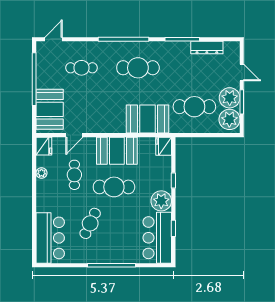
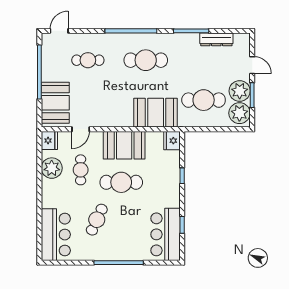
plant: (41, 173) -> (52, 168), width x1.88, depth x1.88
plant: (161, 201) -> (170, 197), removed

